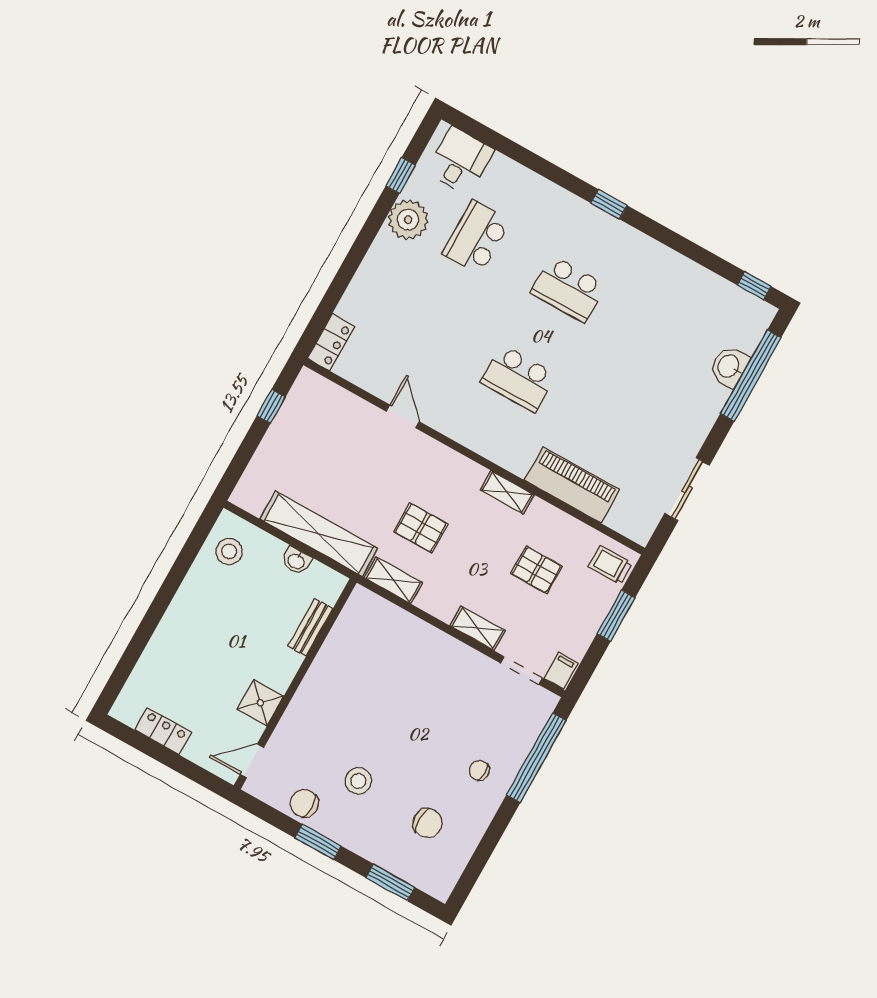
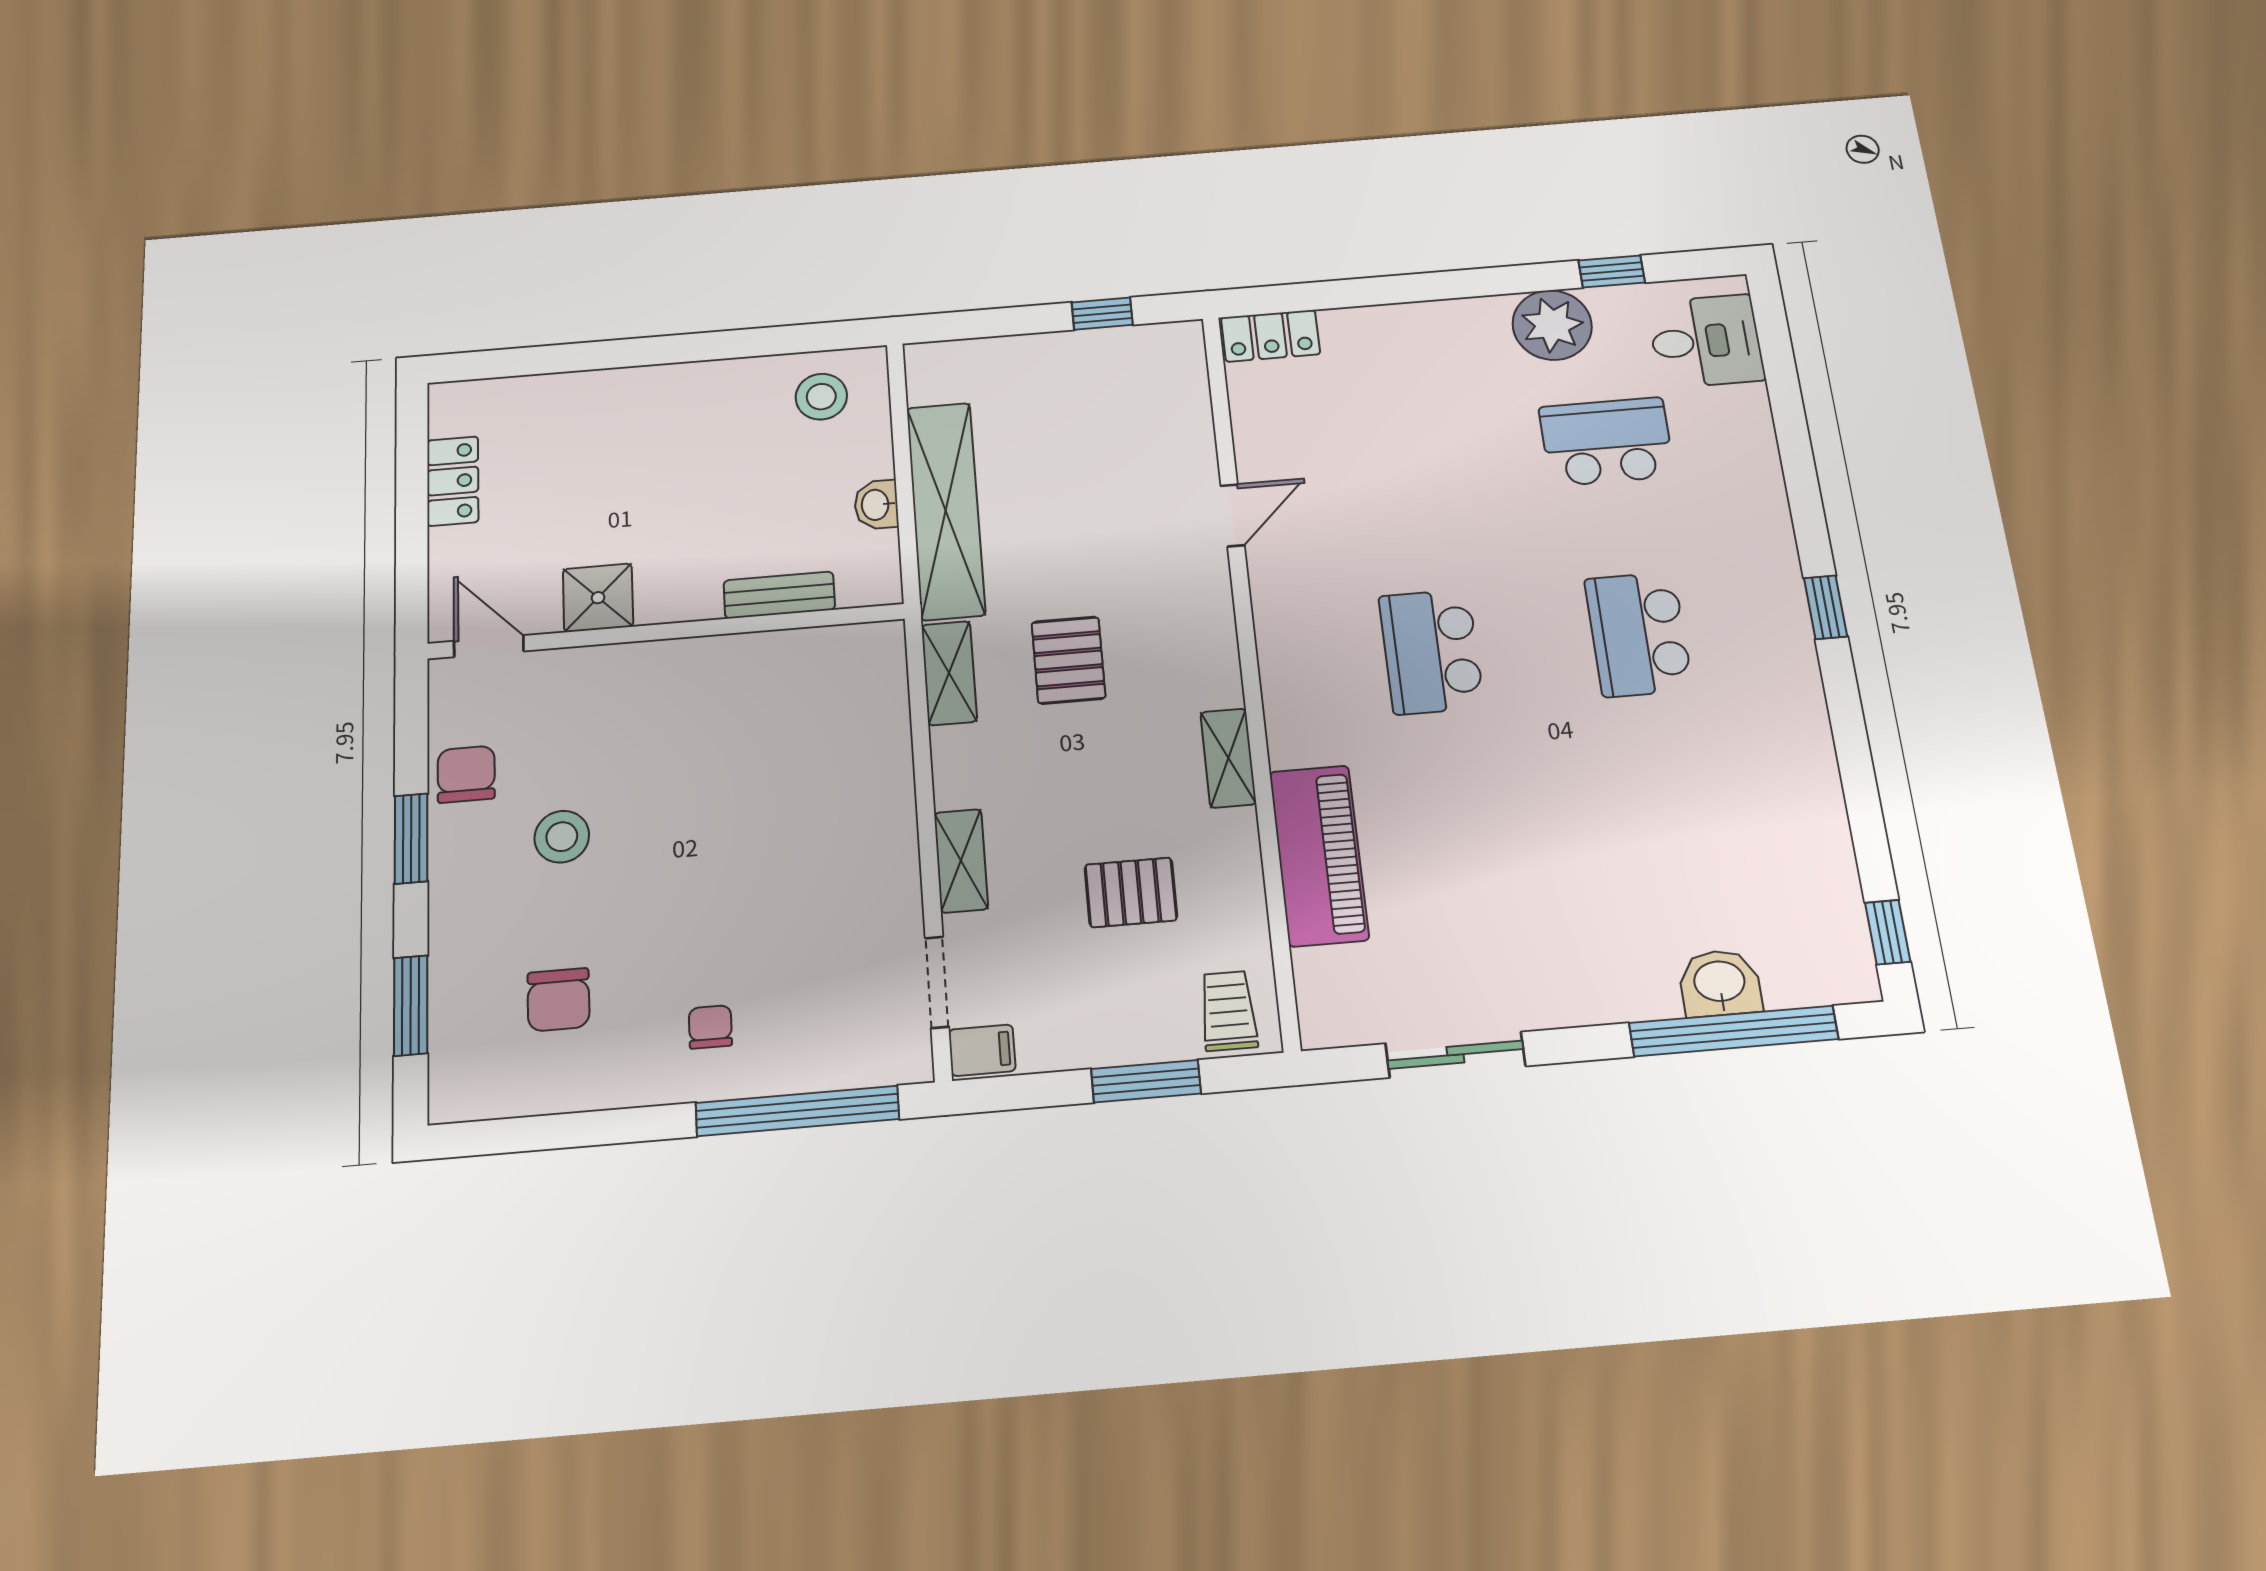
pallet: (537, 570) -> (1131, 892), turned 90

